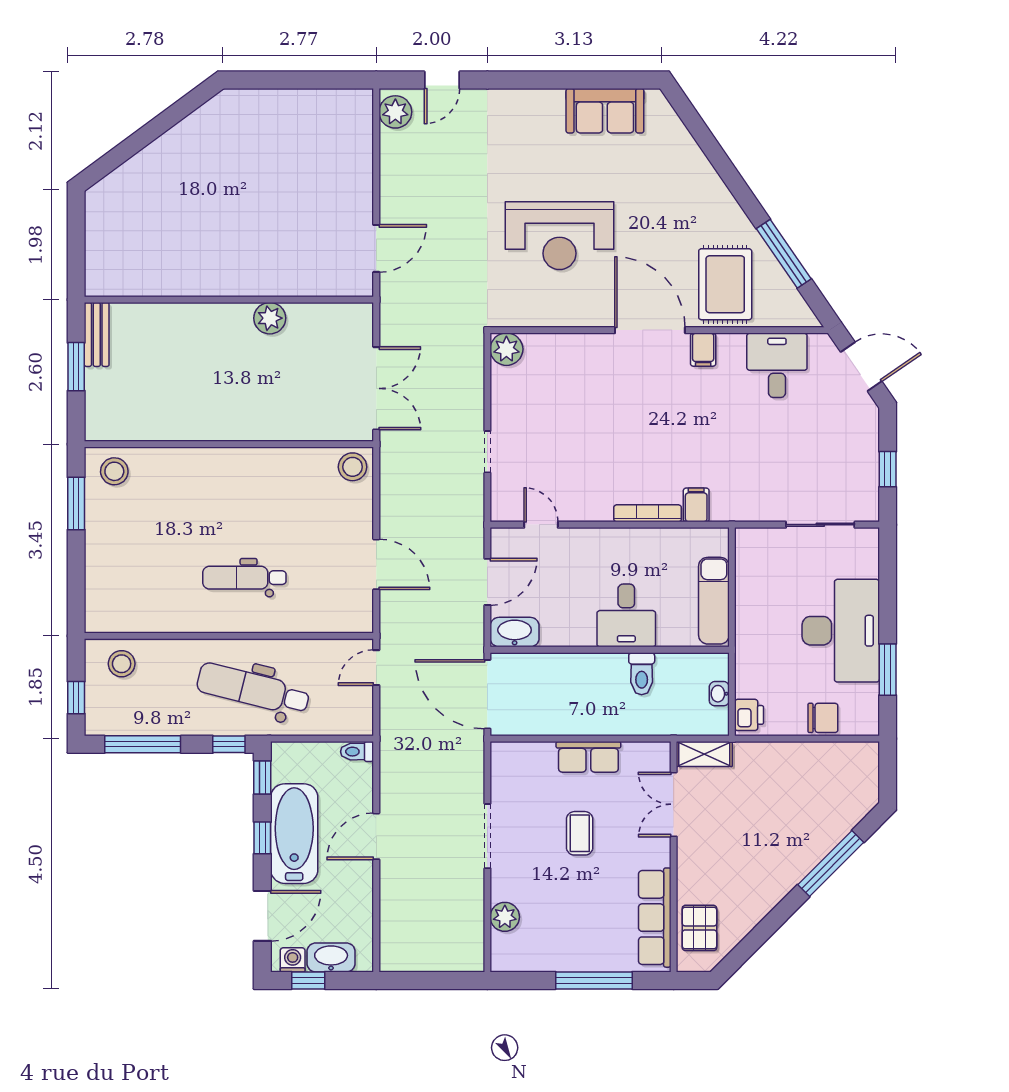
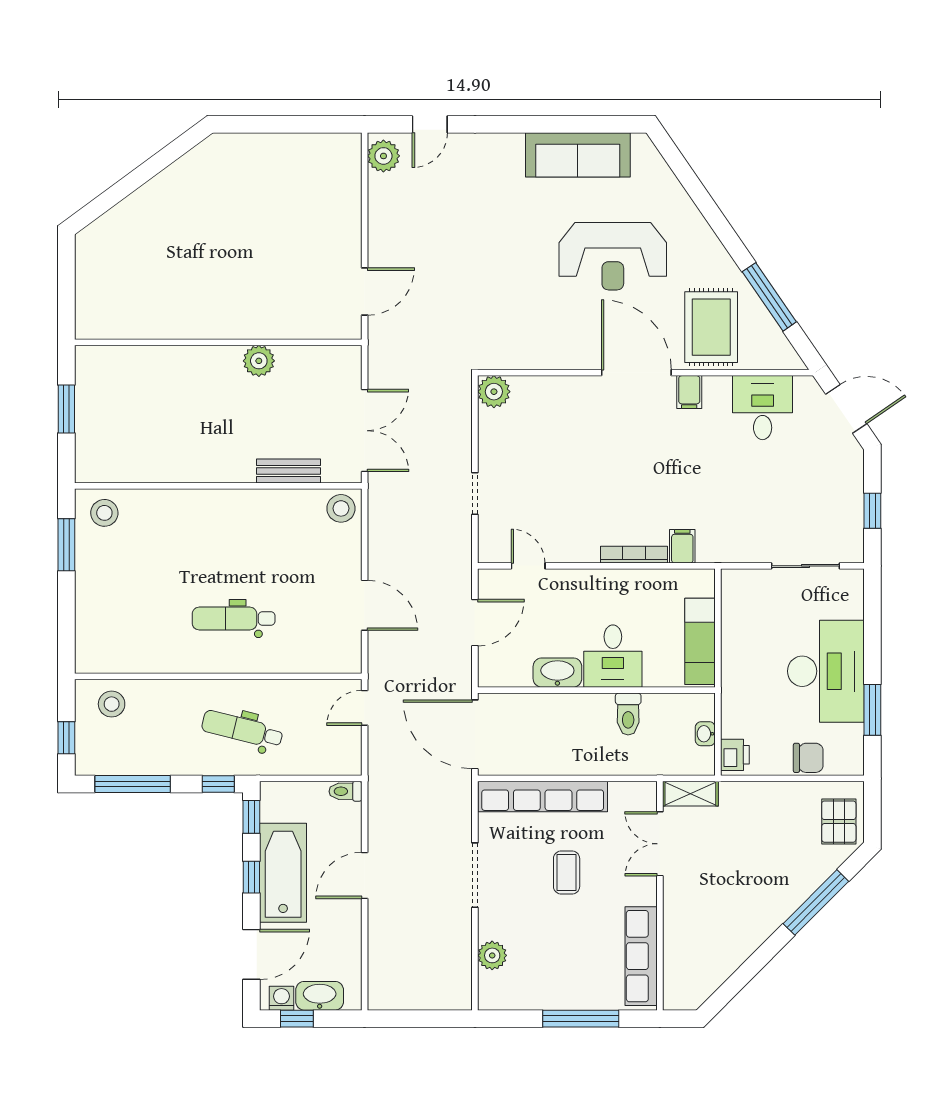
sofa: (605, 111) -> (578, 155), width x1.36
reception desk: (560, 236) -> (613, 256), moved
bench: (97, 334) -> (289, 471), moved, turned 90
washbasin: (515, 632) -> (557, 673), moved
dental chair: (253, 689) -> (242, 729), width x0.73, depth x0.72
row of seats: (588, 757) -> (543, 797), width x2.02
pallet: (699, 928) -> (839, 822), moved

